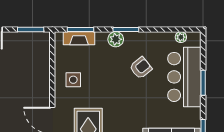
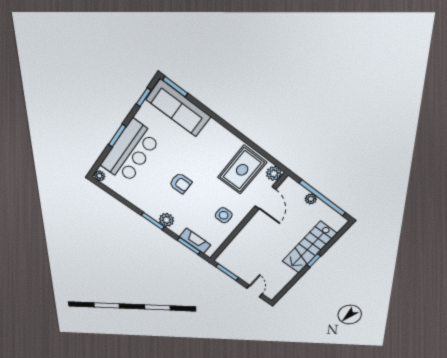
plant: (181, 37) -> (99, 176), moved
armchair: (141, 68) -> (181, 183), moved, turned -141

